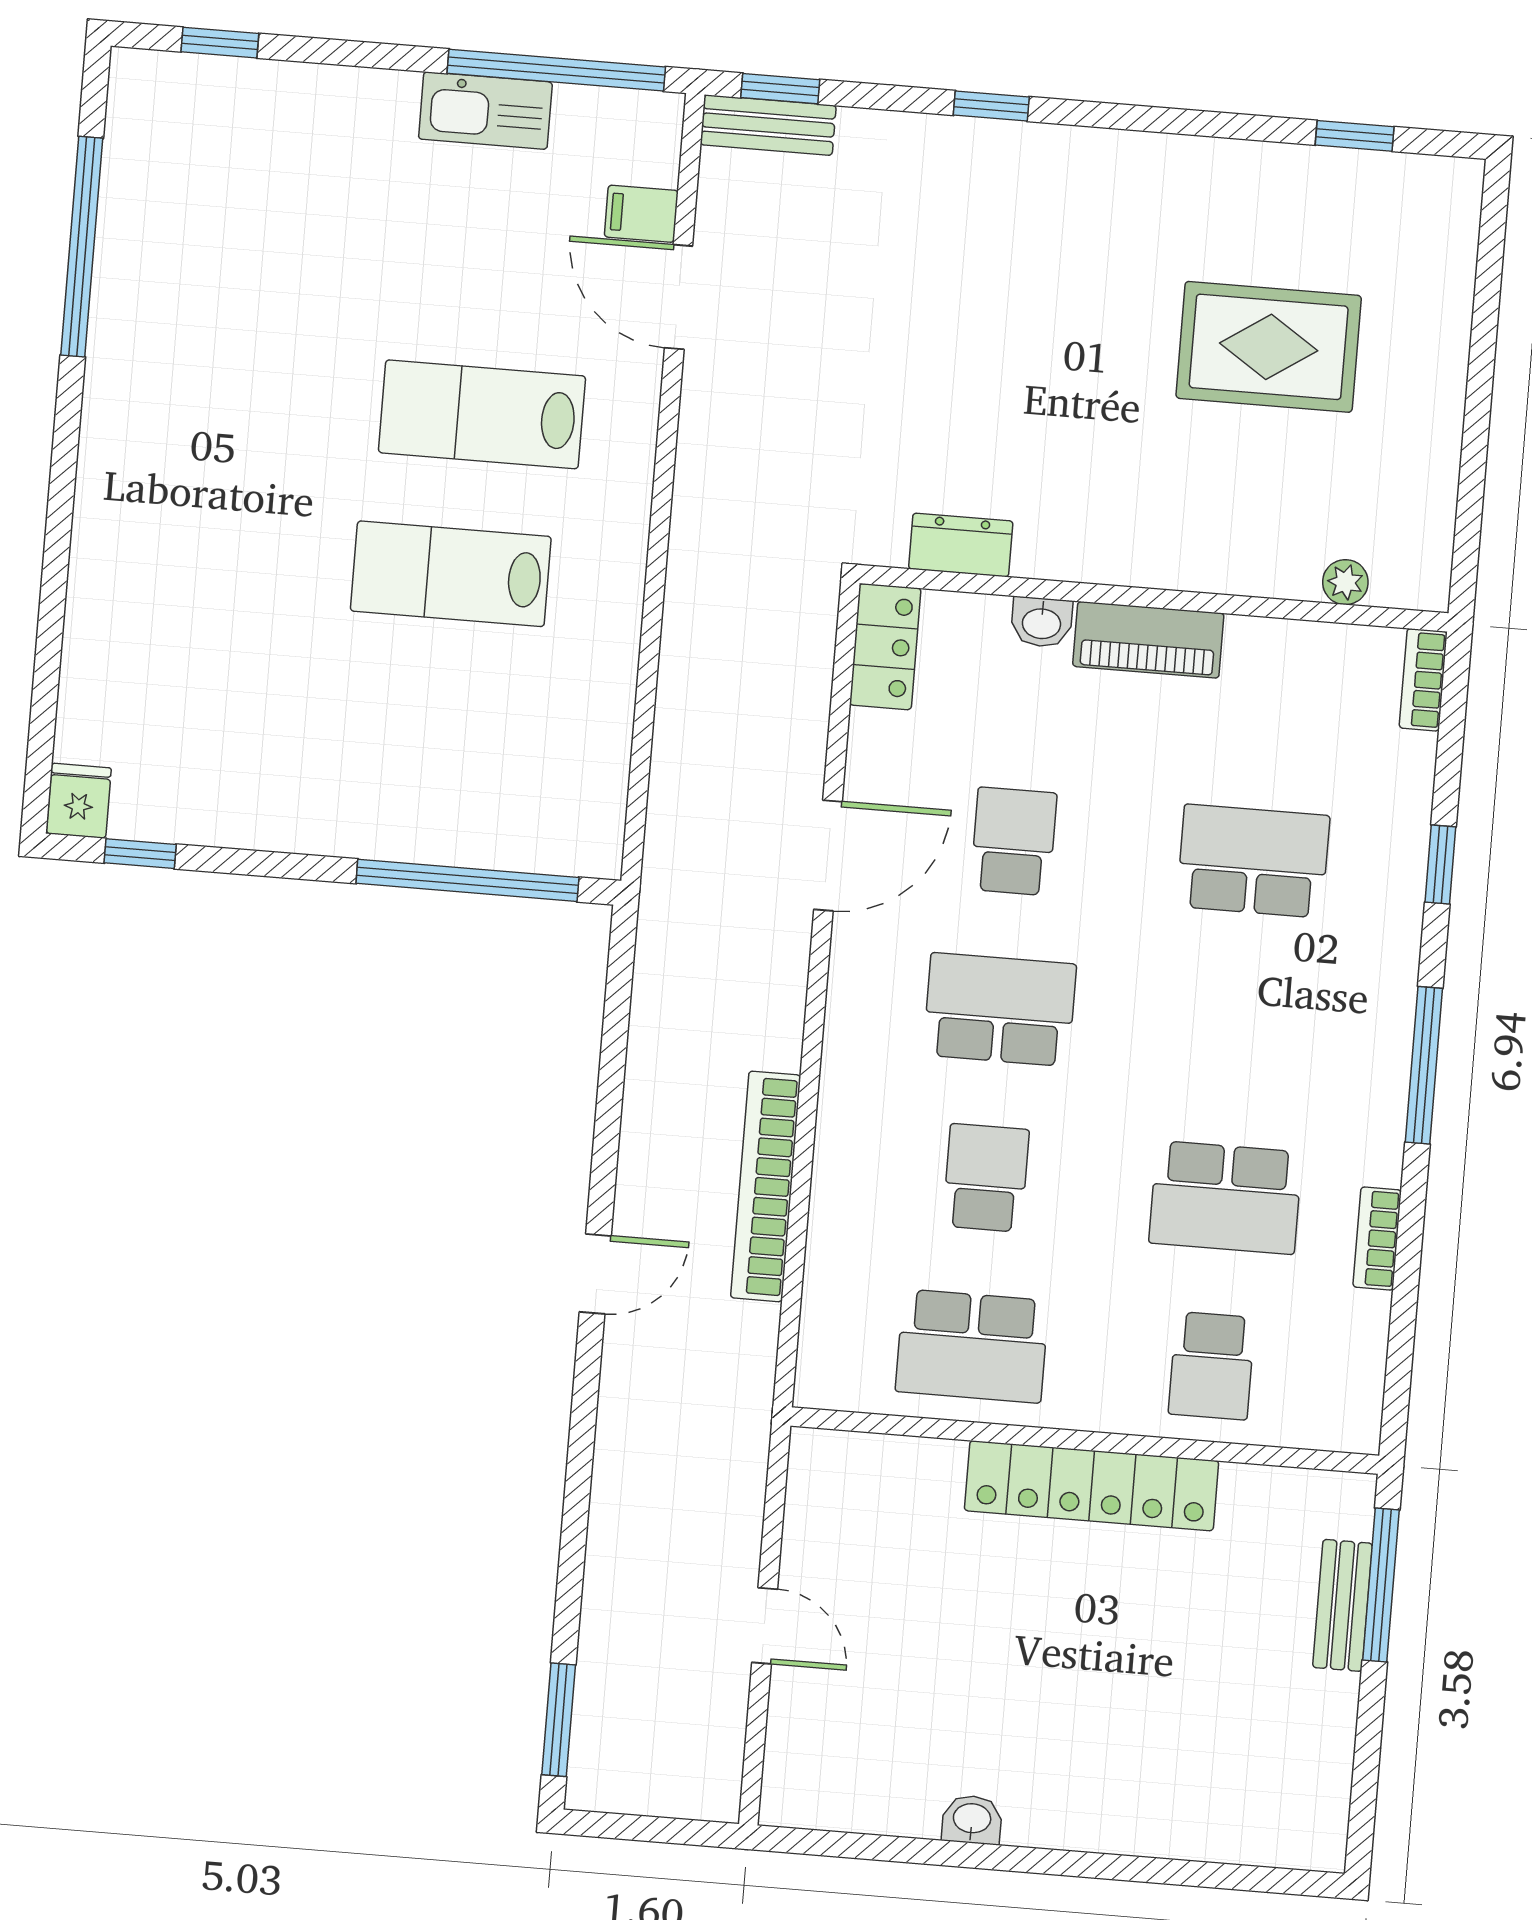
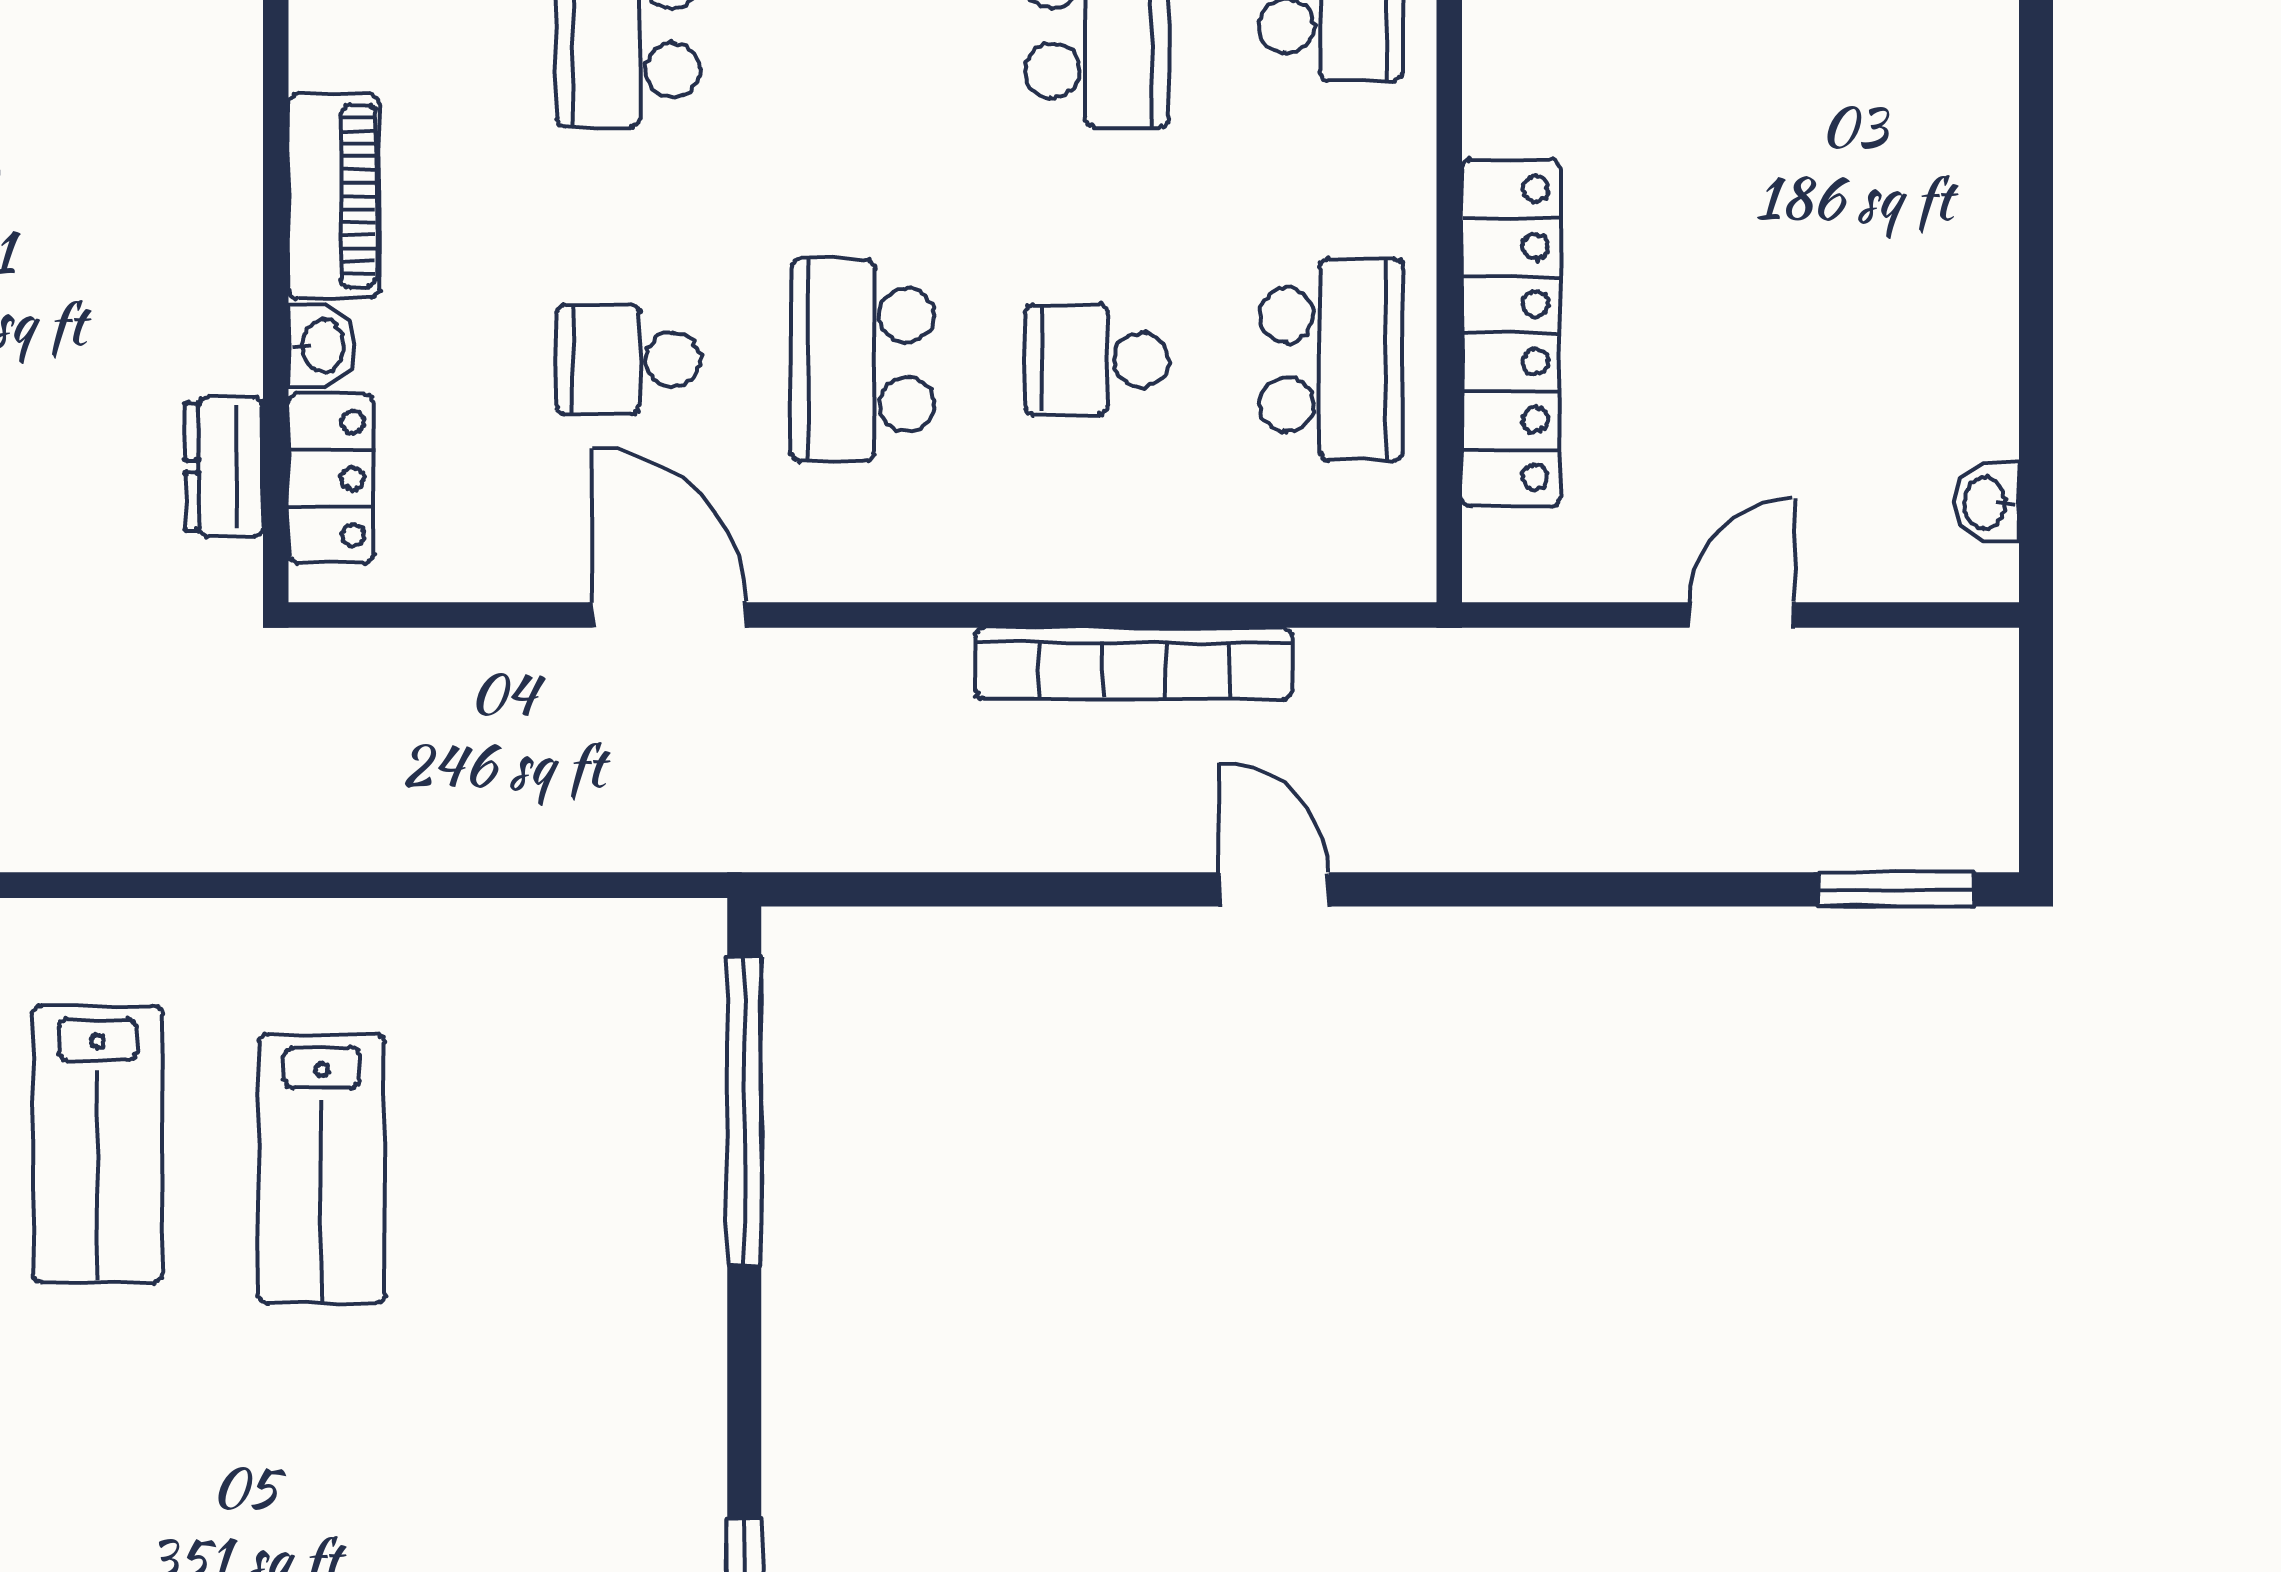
locker: (885, 647) -> (331, 479), moved, turned 90
locker: (1092, 1486) -> (1511, 333), moved
washbasin: (972, 1820) -> (1987, 503), moved

